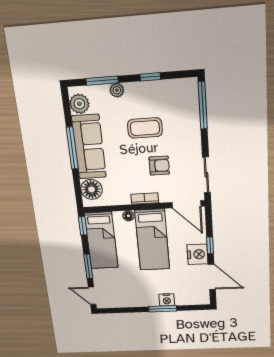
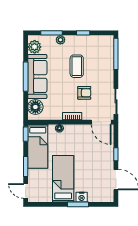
coffee table: (145, 128) -> (77, 66), turned 90
bed: (152, 240) -> (63, 179), moved, turned 180
nightstand: (197, 254) -> (107, 161), removed

